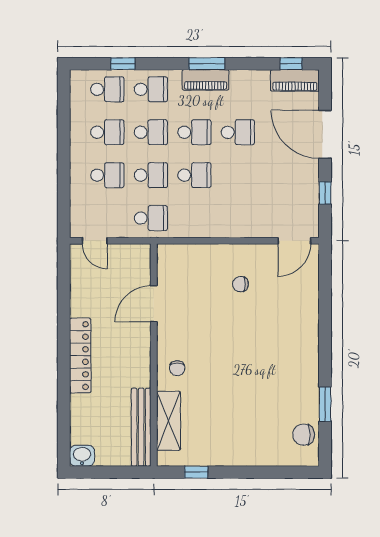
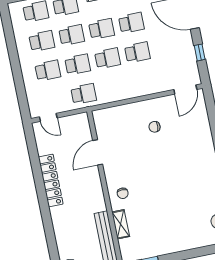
school desk: (238, 175) -> (137, 52), added
locker: (80, 356) -> (51, 180), moved
shelving: (168, 421) -> (121, 224), width x0.67, depth x0.75

